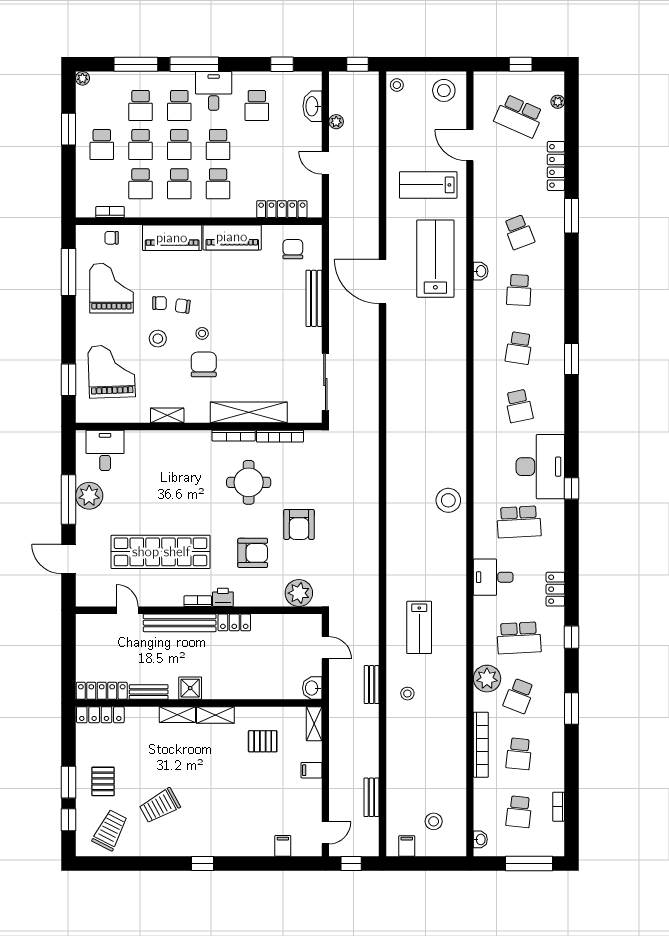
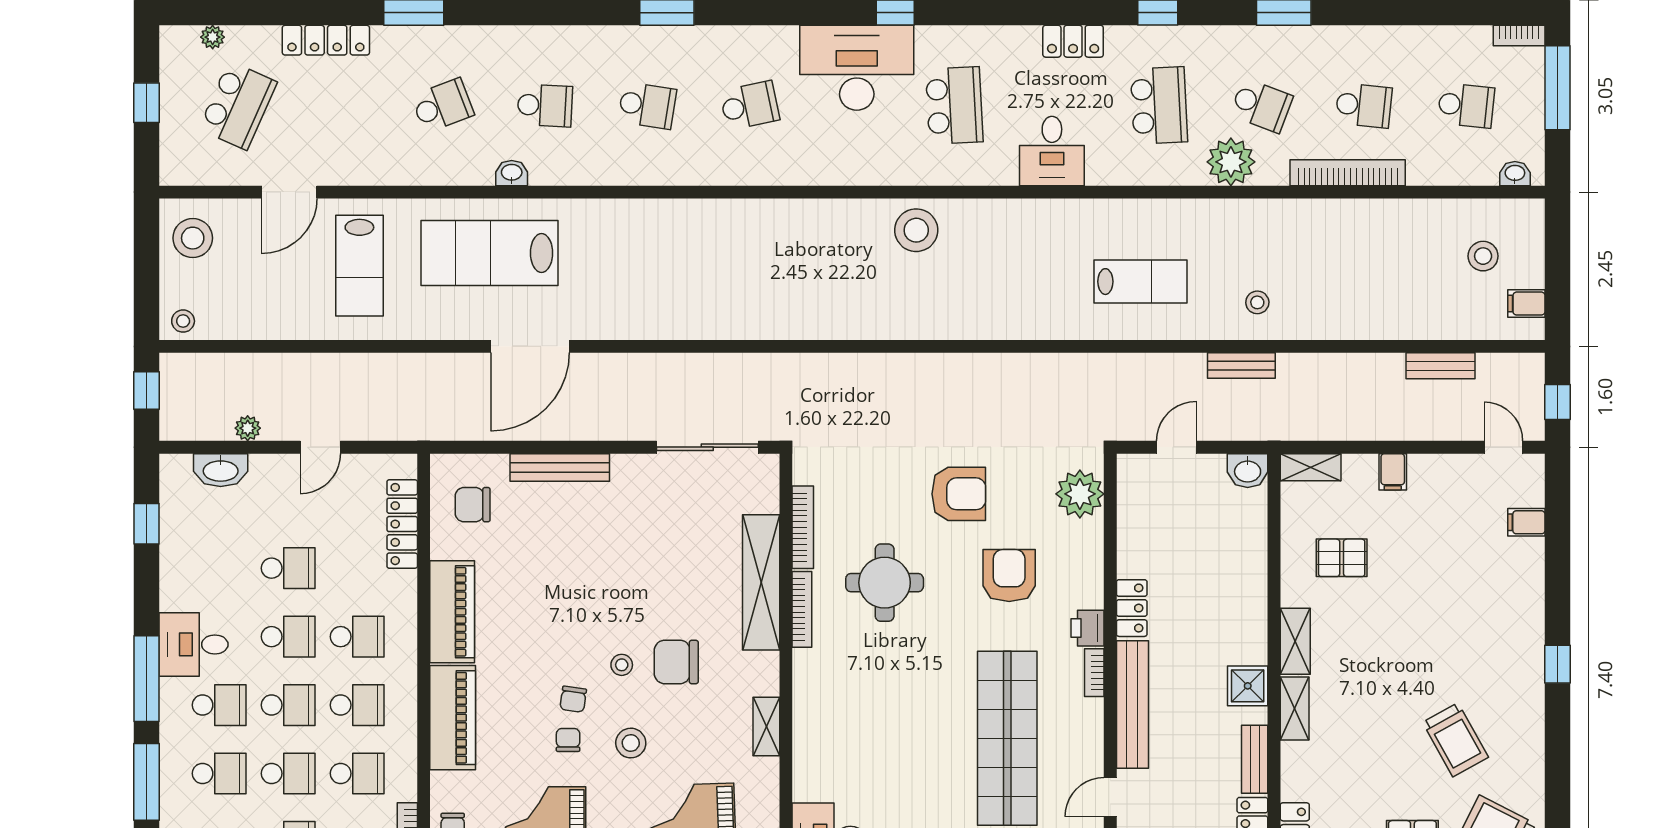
school desk: (257, 105) -> (288, 568), moved
pallet: (263, 741) -> (1342, 558), turned 90
bookcase: (559, 807) -> (1519, 35), moved

